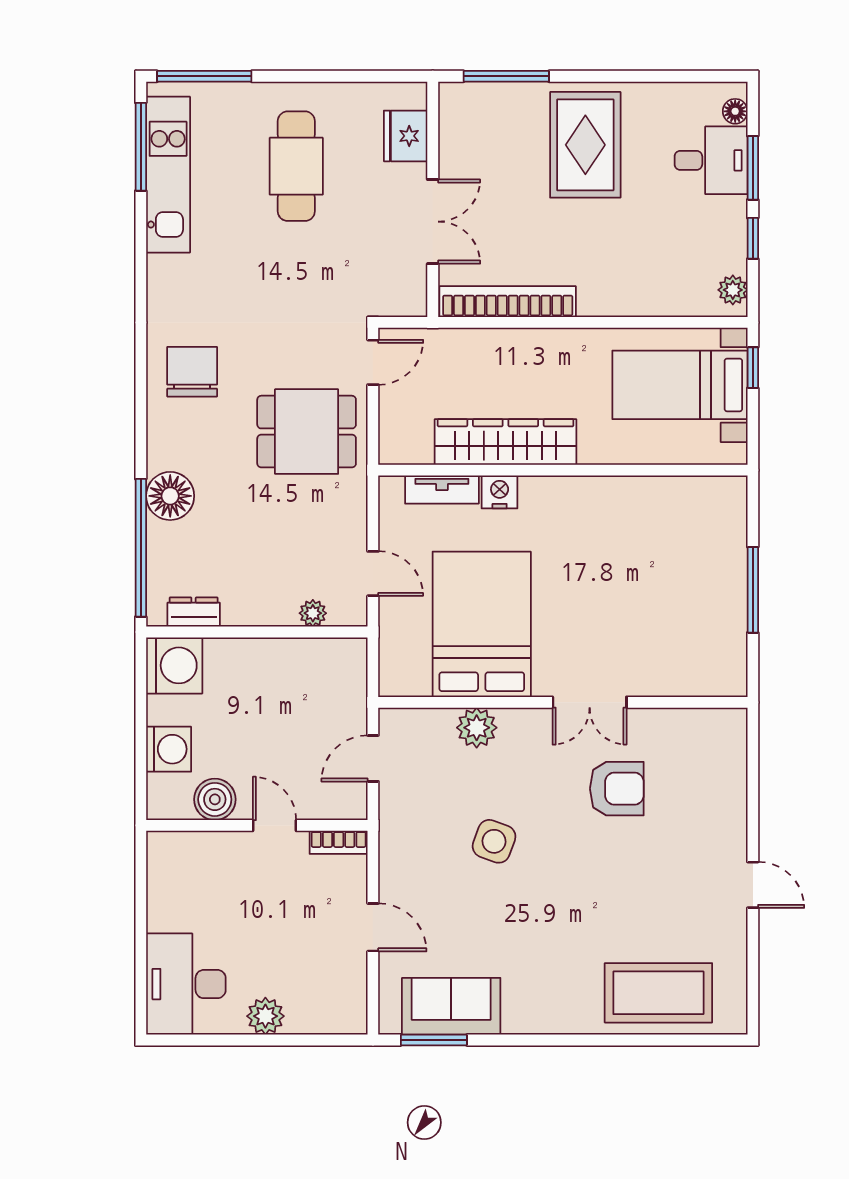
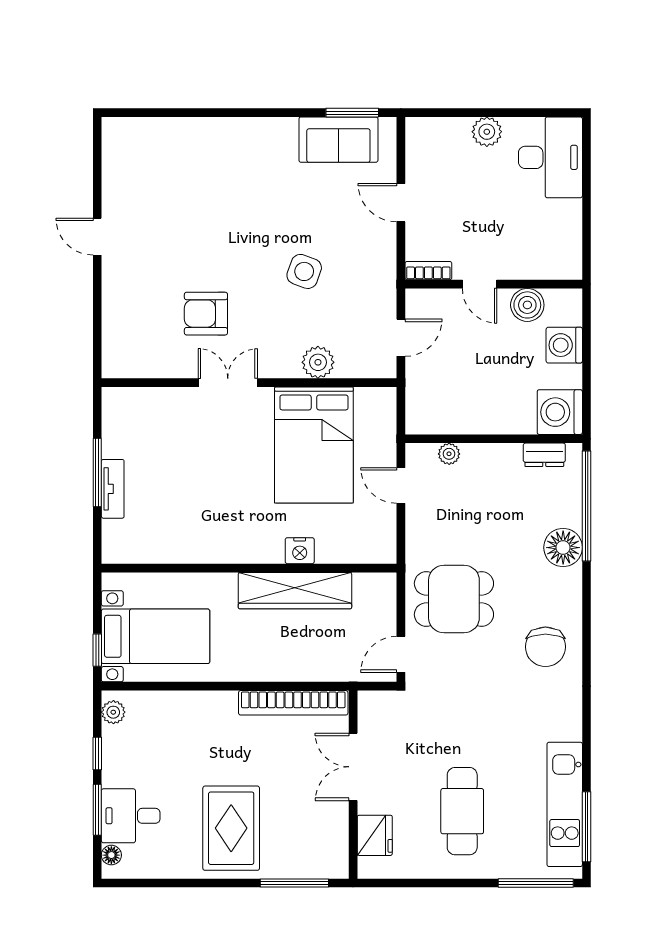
tv unit: (442, 490) -> (113, 489), moved, turned 90
coffee table: (658, 993) -> (173, 150), removed

